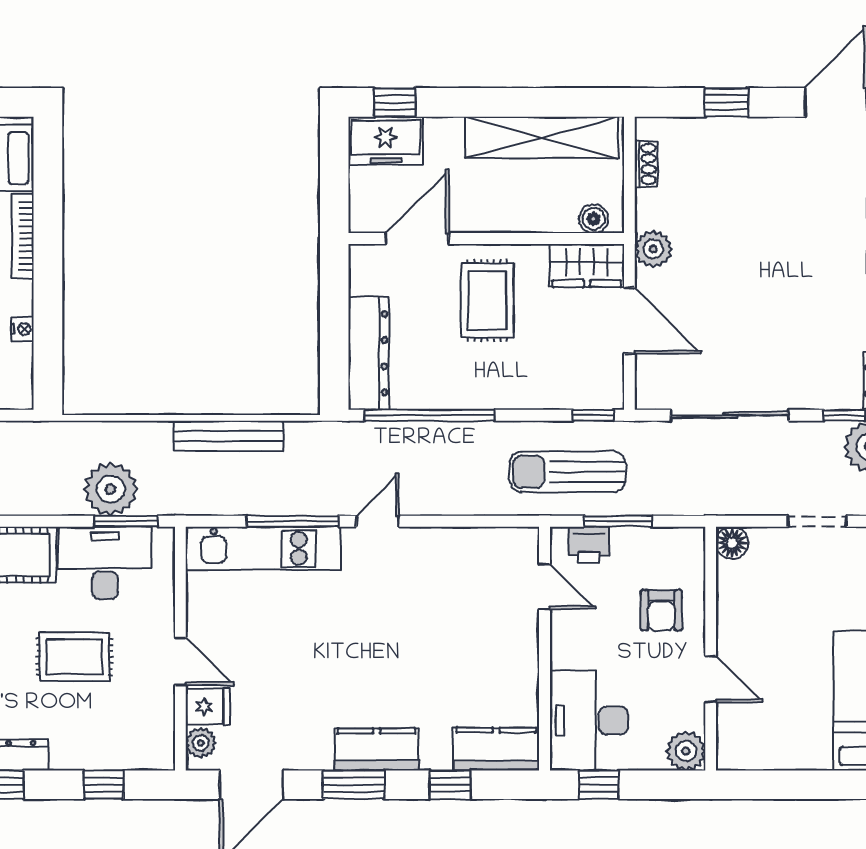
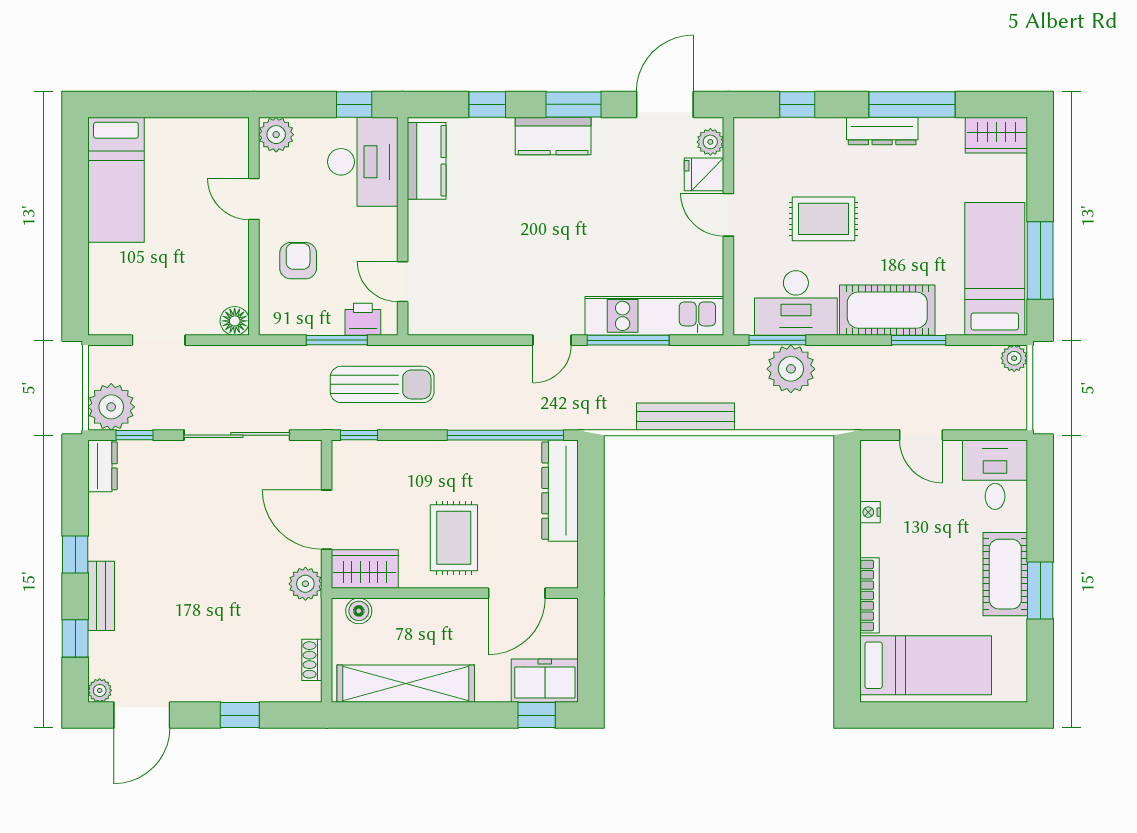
kitchen counter: (496, 749) -> (427, 161), moved, turned -90

